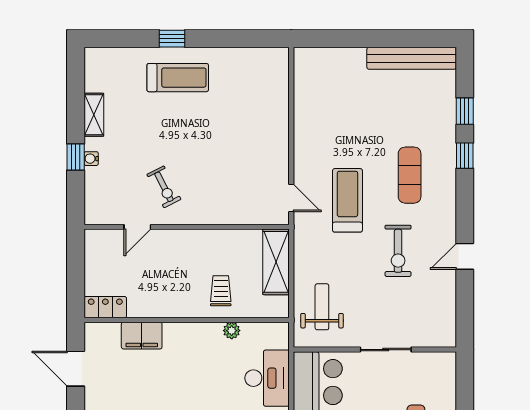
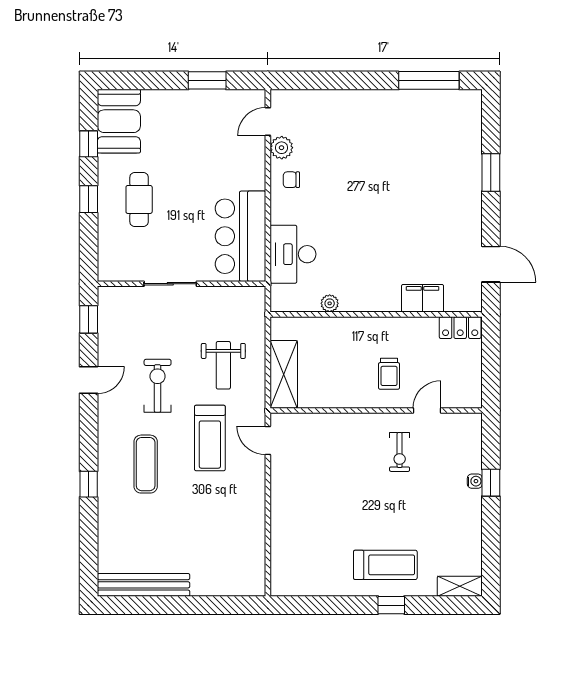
treadmill: (178, 78) -> (385, 565), turned 180
window: (465, 111) -> (89, 319), moved
shelving: (94, 115) -> (460, 586), moved, turned 90
exercise bike: (164, 187) -> (400, 452), turned -153
trolley: (221, 291) -> (389, 374), moved
weight bench: (322, 307) -> (223, 365), moved

